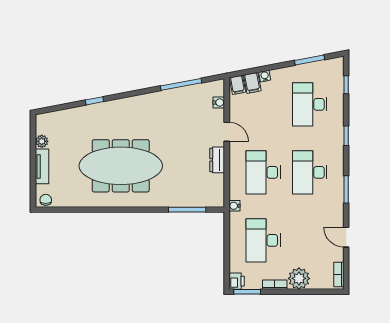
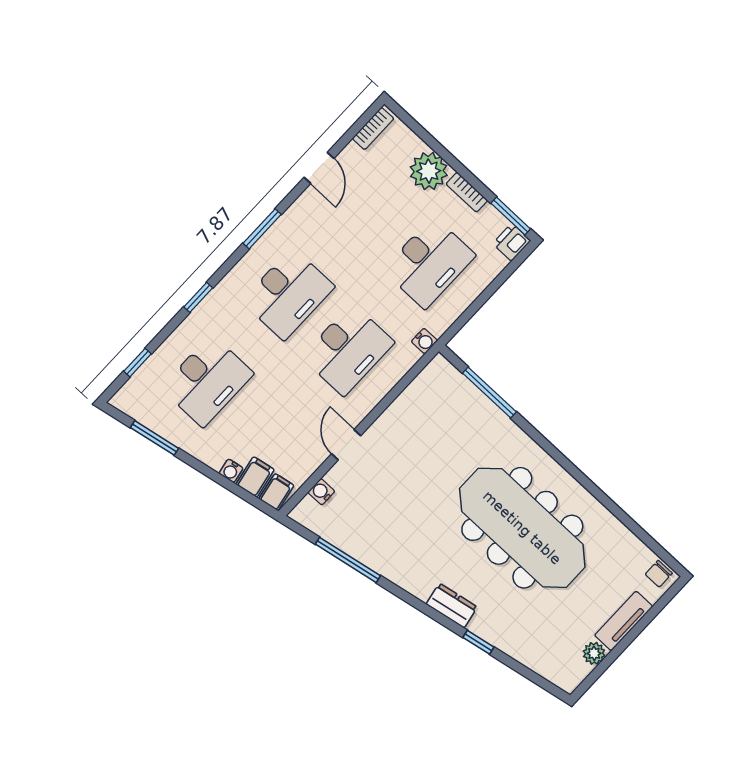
dresser: (217, 160) -> (452, 606), moved, turned -101

